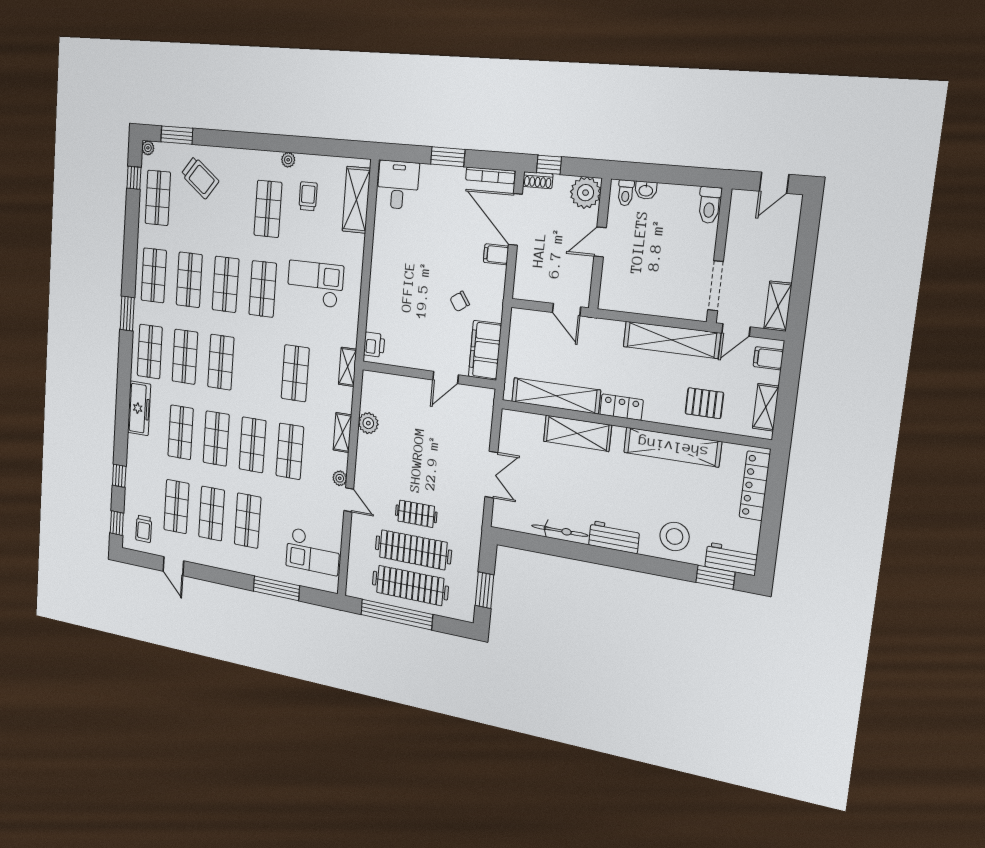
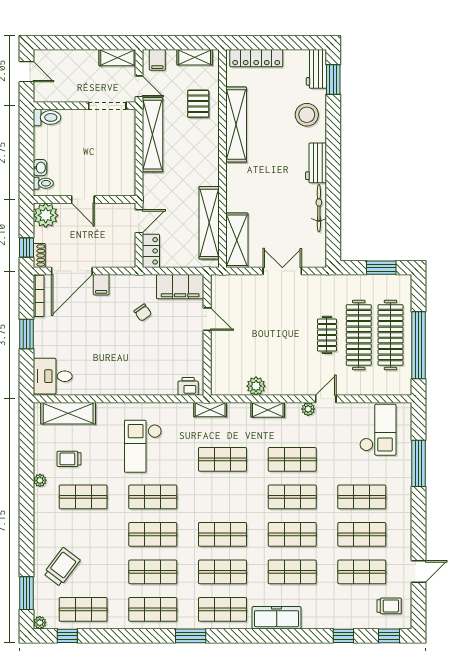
locker: (621, 407) -> (151, 251), moved, turned 180
shelving: (577, 433) -> (237, 240), moved

